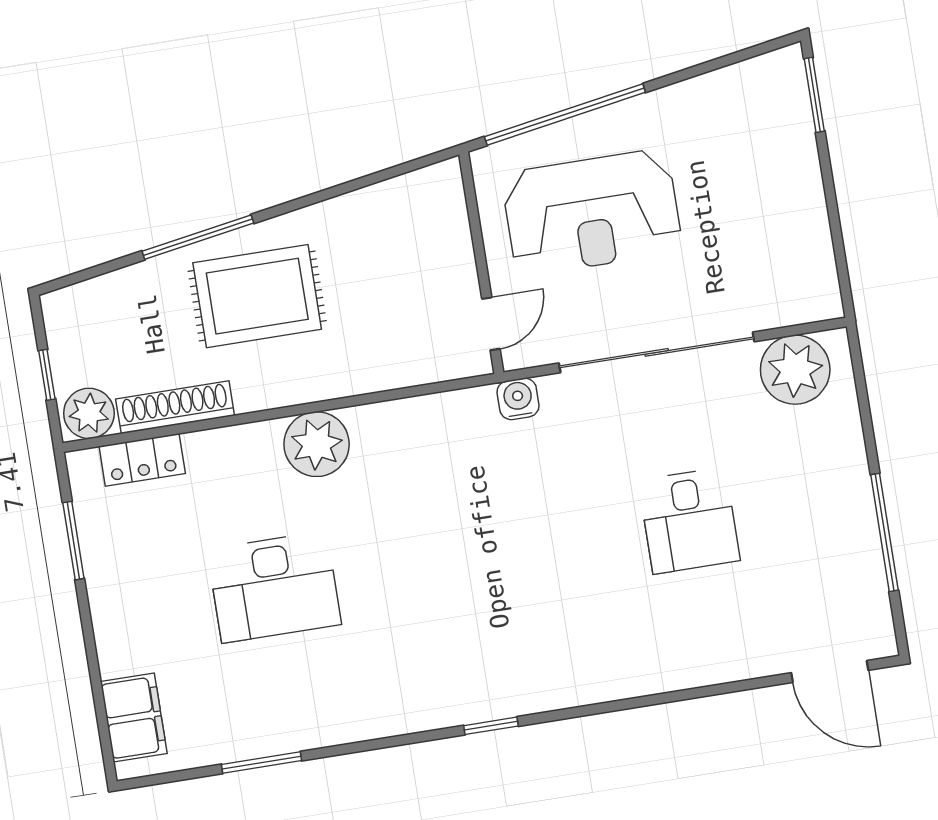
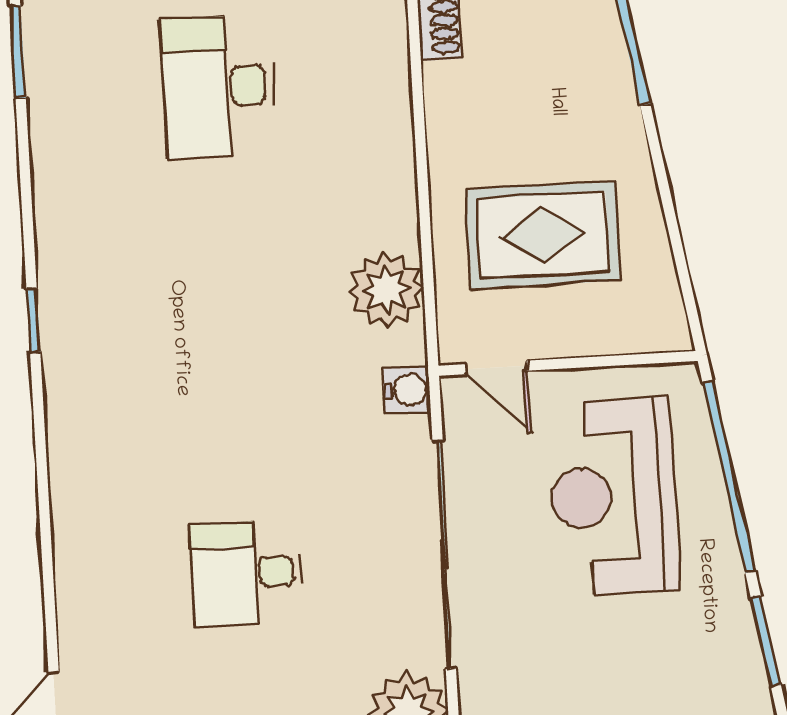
window: (703, 68) -> (766, 641), added
rug: (257, 296) -> (543, 235), moved, turned 90
plant: (317, 444) -> (386, 290), moved

